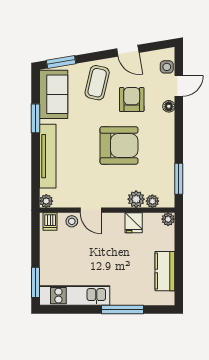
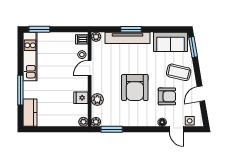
window: (35, 118) -> (131, 29), moved
plant: (152, 201) -> (96, 122), moved
kitchen counter: (165, 271) -> (30, 113), moved, turned 90

